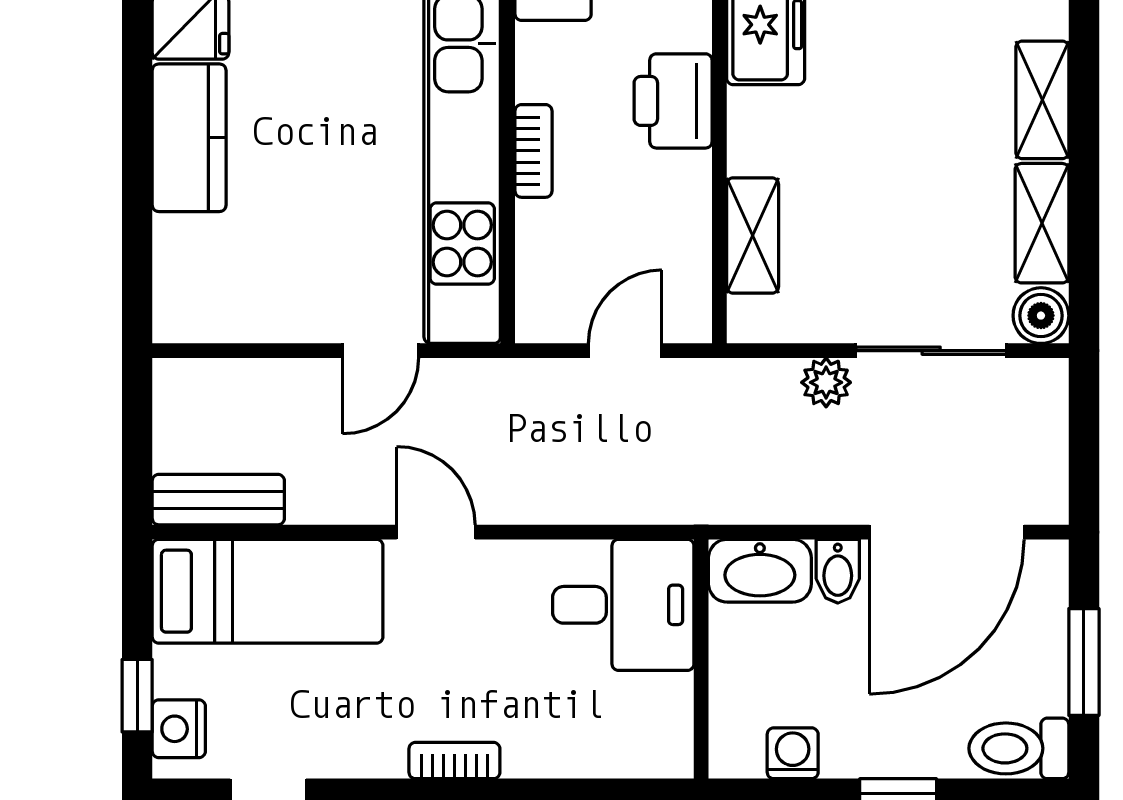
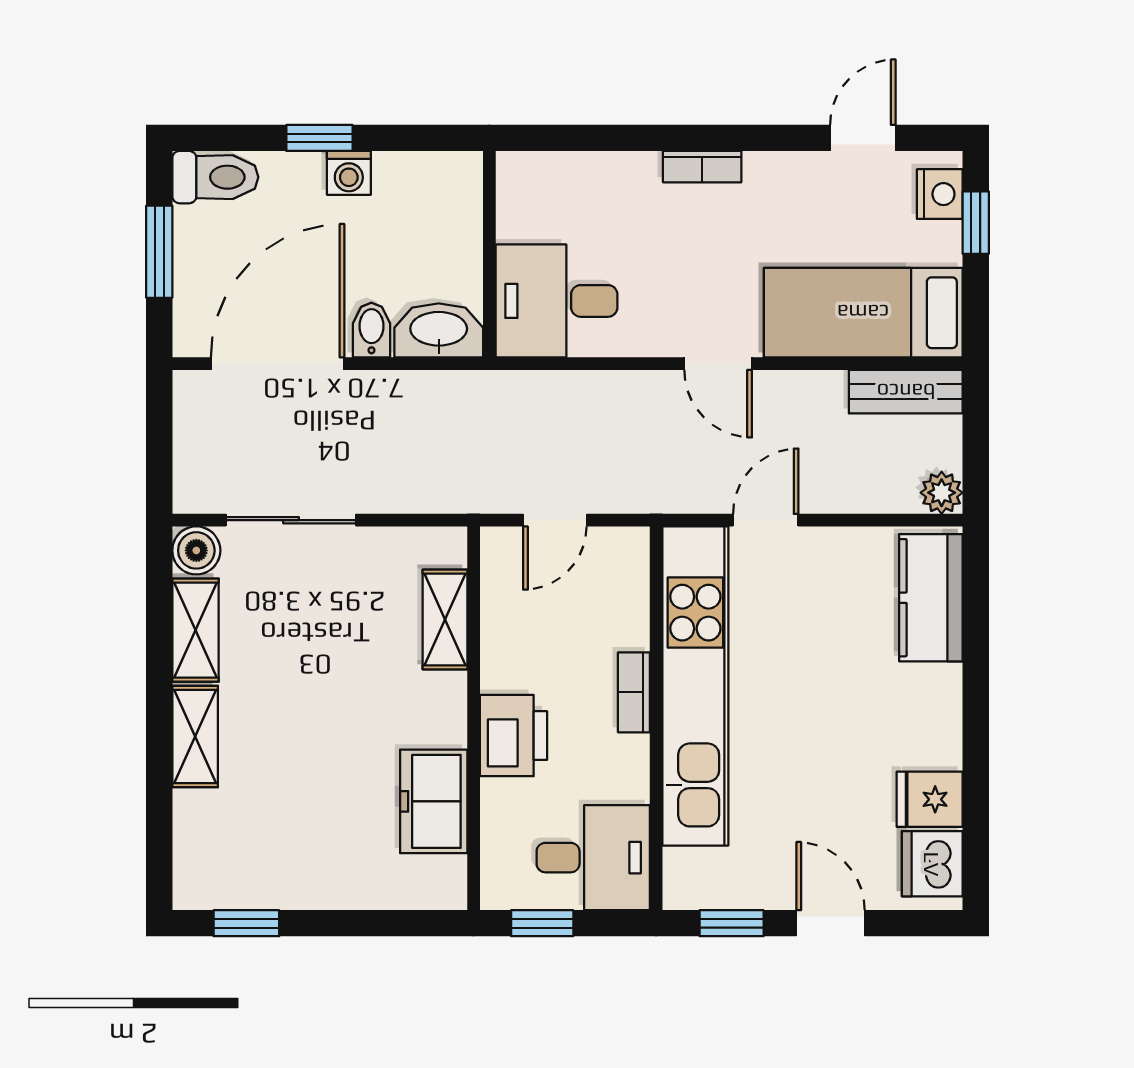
kitchen counter: (189, 138) -> (931, 598), moved
plant: (826, 382) -> (942, 493), moved
washing machine: (793, 753) -> (349, 173), moved

